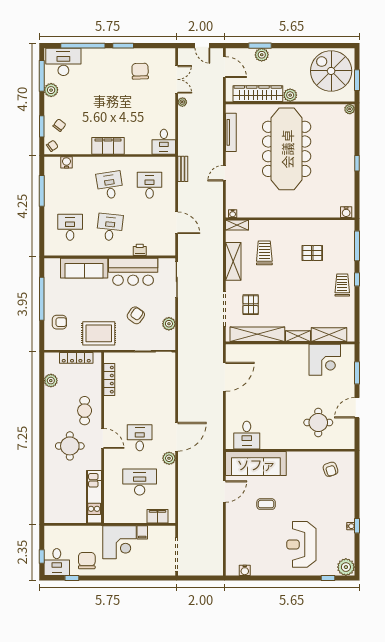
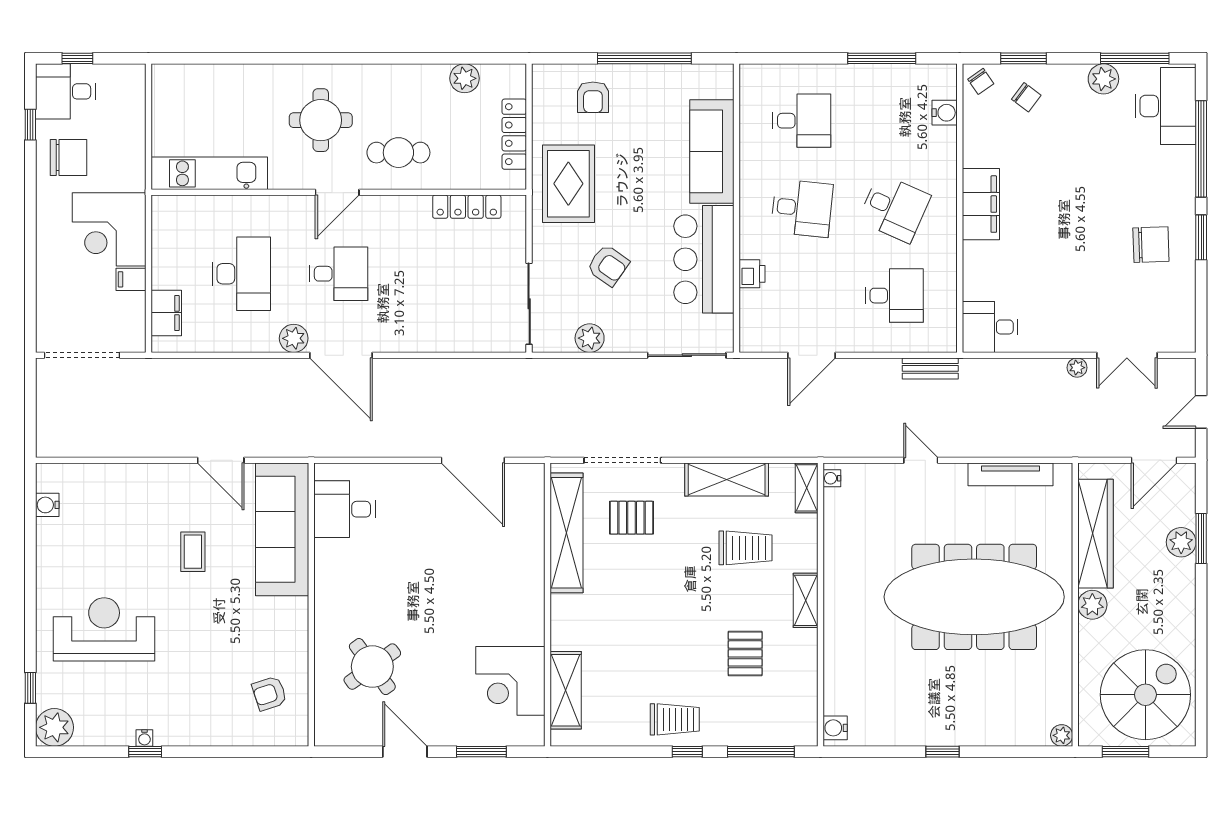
chair: (140, 71) -> (1151, 245), moved
desk: (110, 185) -> (894, 208), turned 33
shelving: (298, 336) -> (806, 600), moved
round table: (318, 423) -> (372, 667), turned -36

